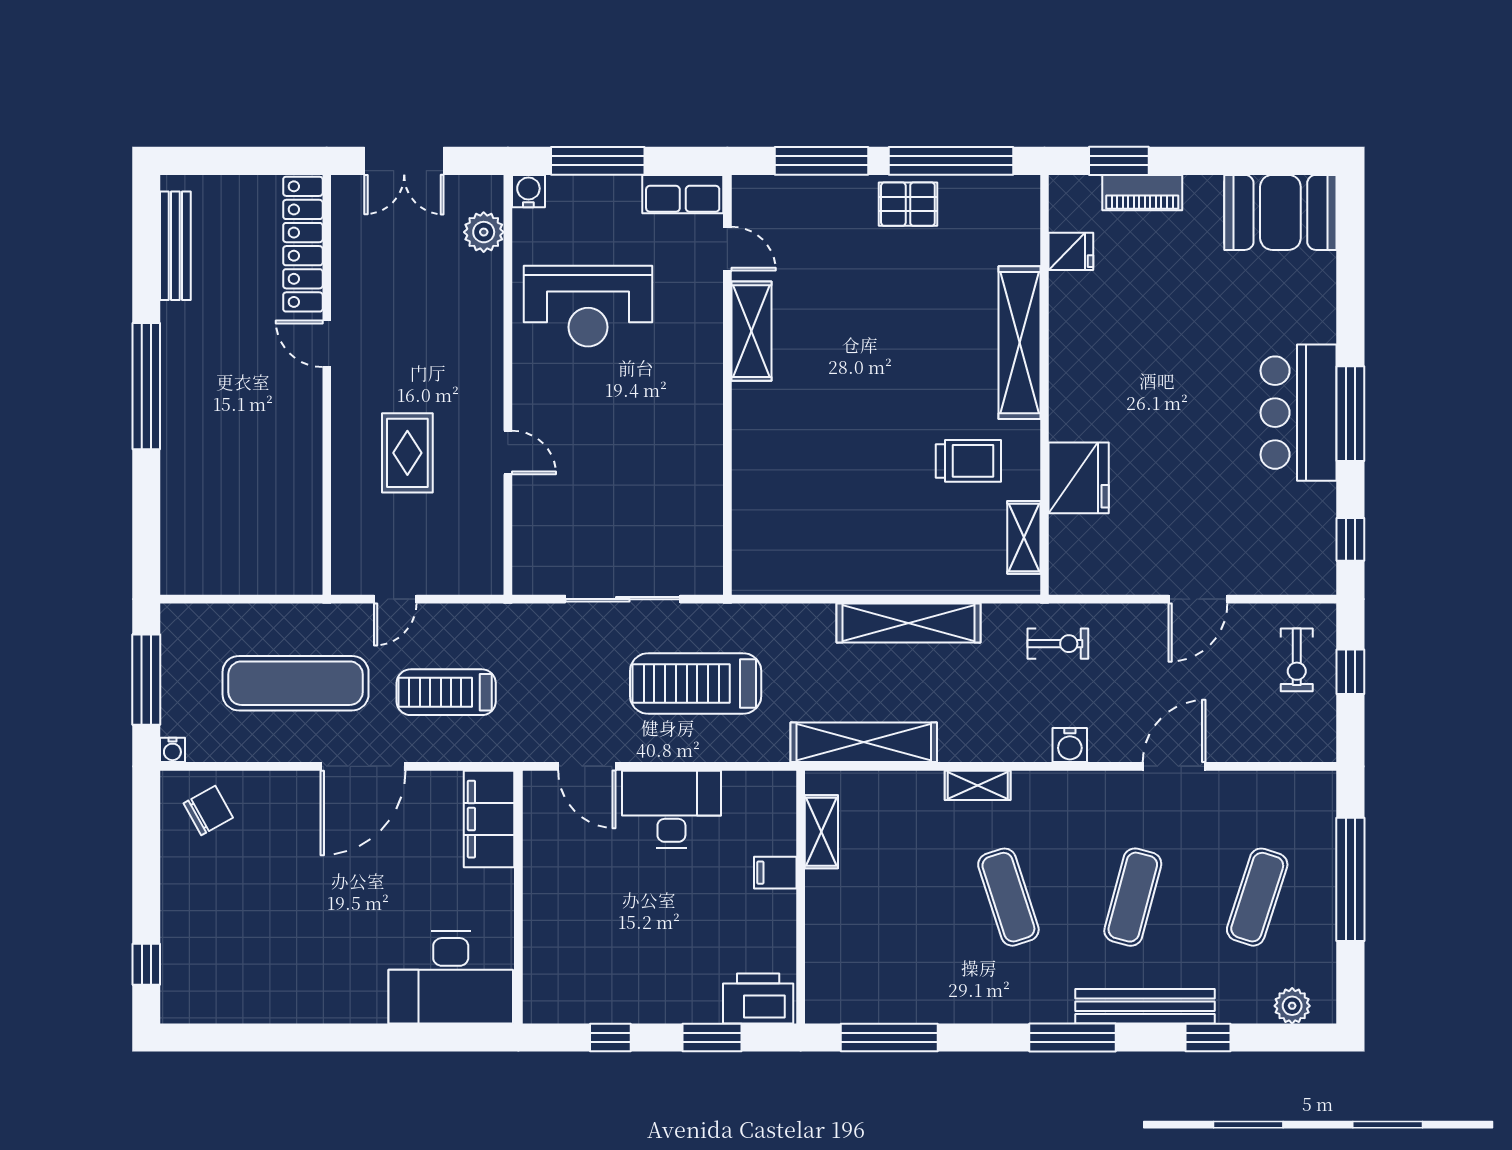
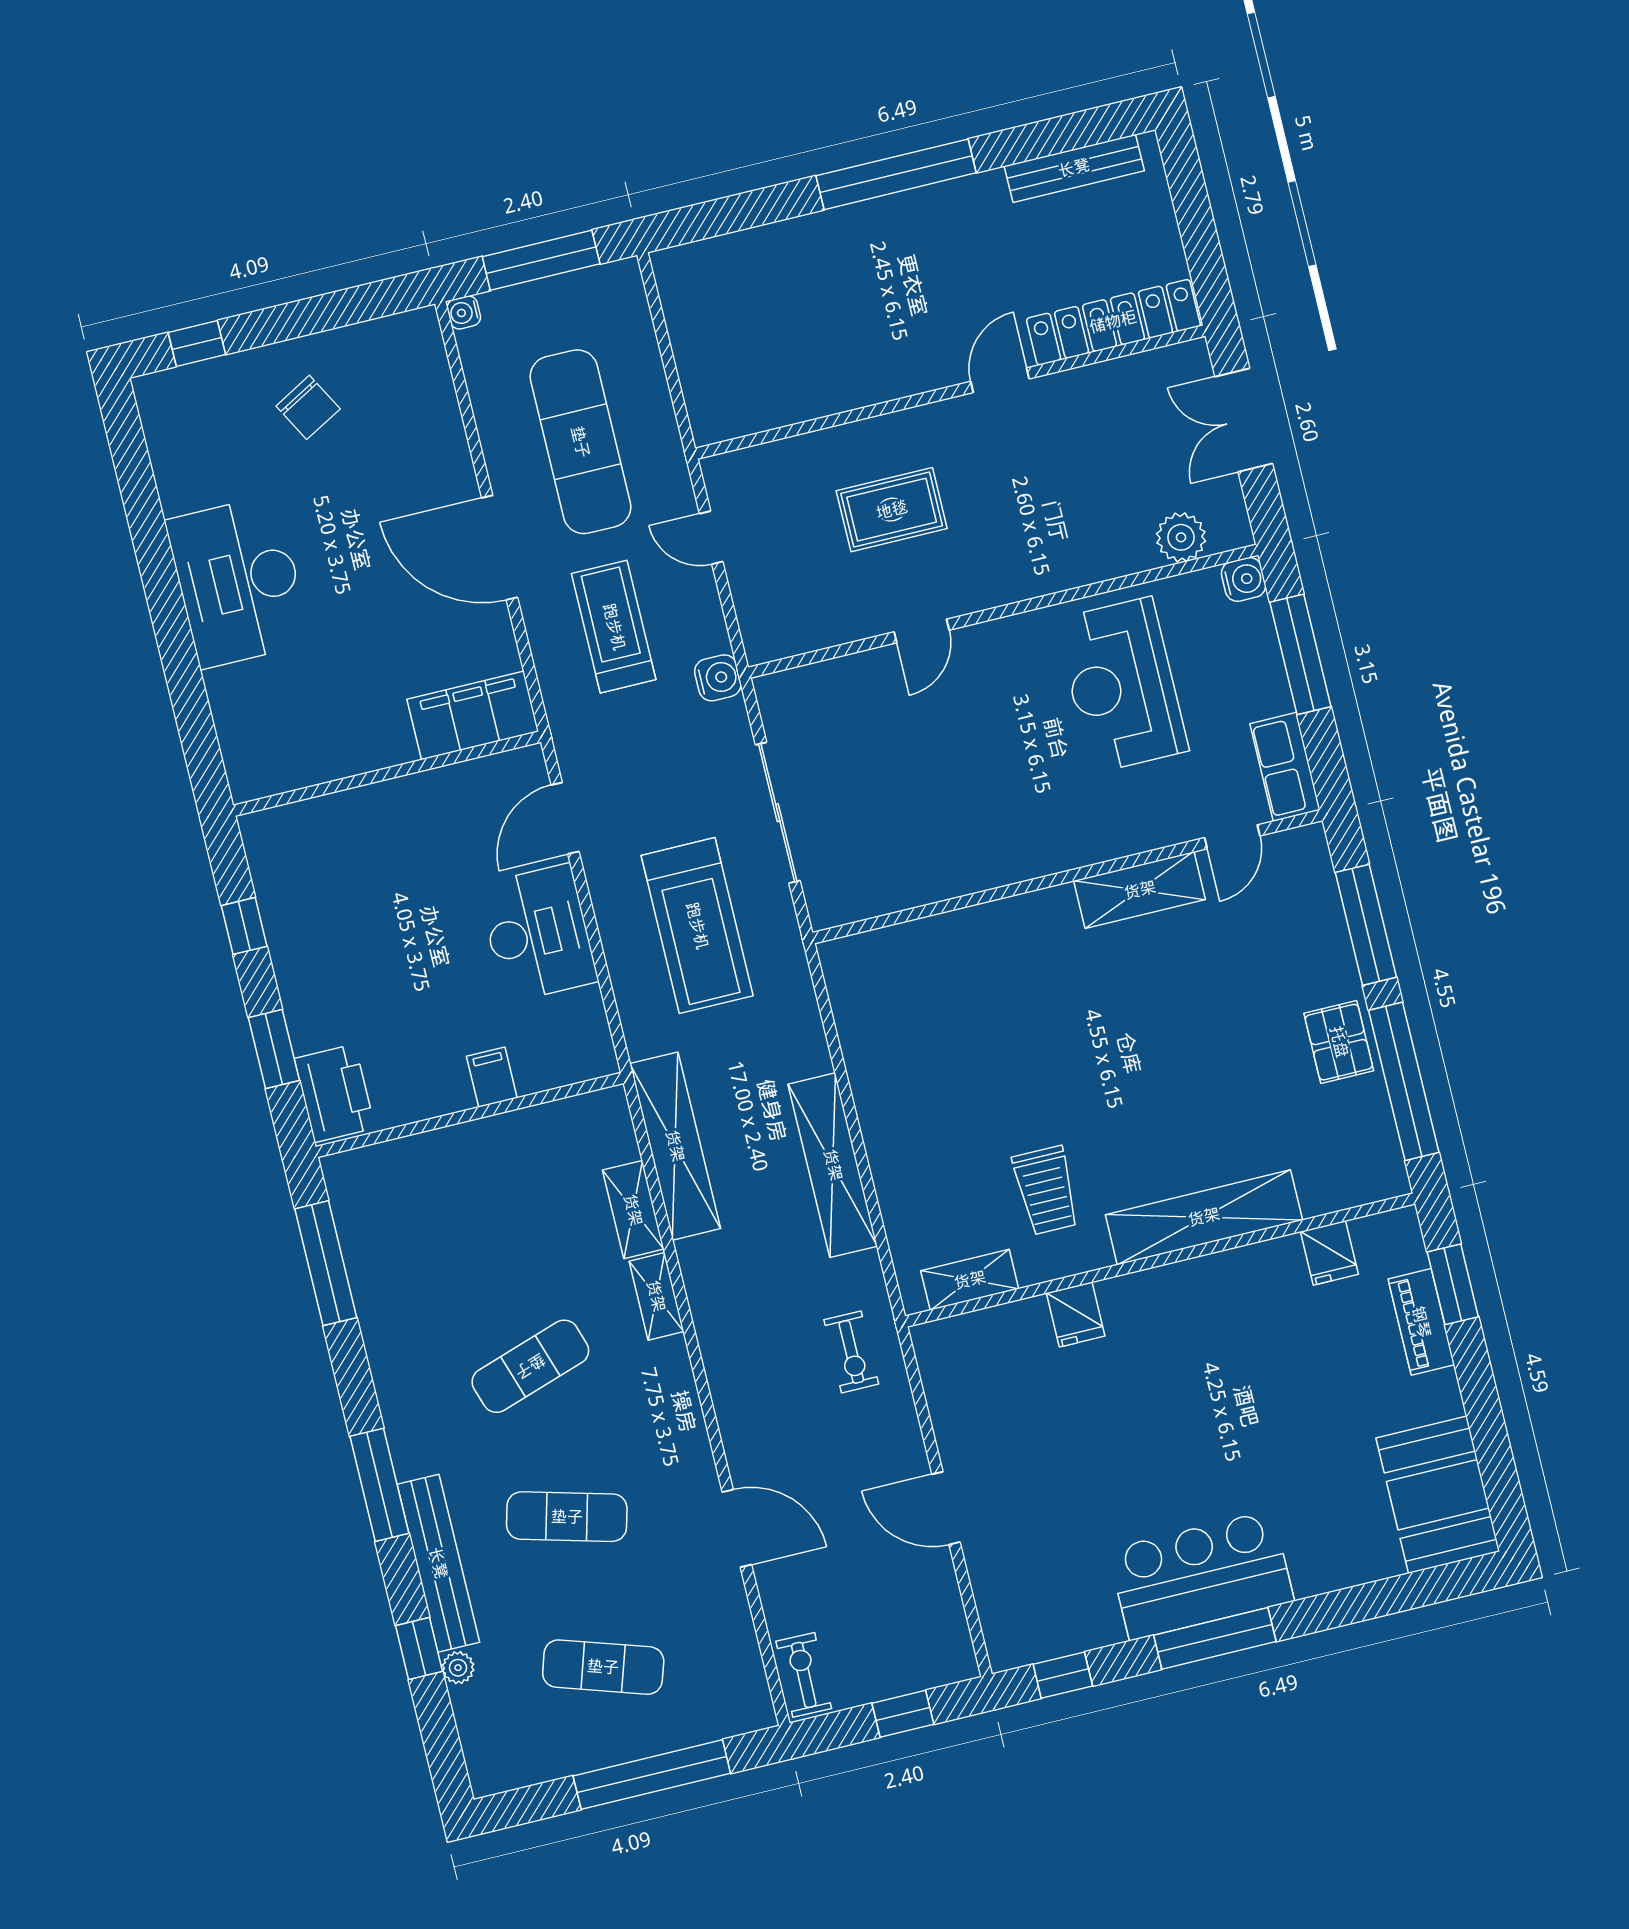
fridge: (1079, 478) -> (1076, 1315), width x0.53, depth x0.75
exercise bike: (1297, 660) -> (804, 1675), moved, turned 91
treadmill: (696, 684) -> (697, 926), turned 180
water cooler: (1070, 745) -> (718, 678), moved, turned 180
chair: (208, 810) -> (308, 407), moved
shelving: (821, 832) -> (633, 1210), moved, turned 90
desk: (451, 977) -> (238, 582), moved
plant: (1292, 1006) -> (458, 1668), moved, width x0.73, depth x0.73

